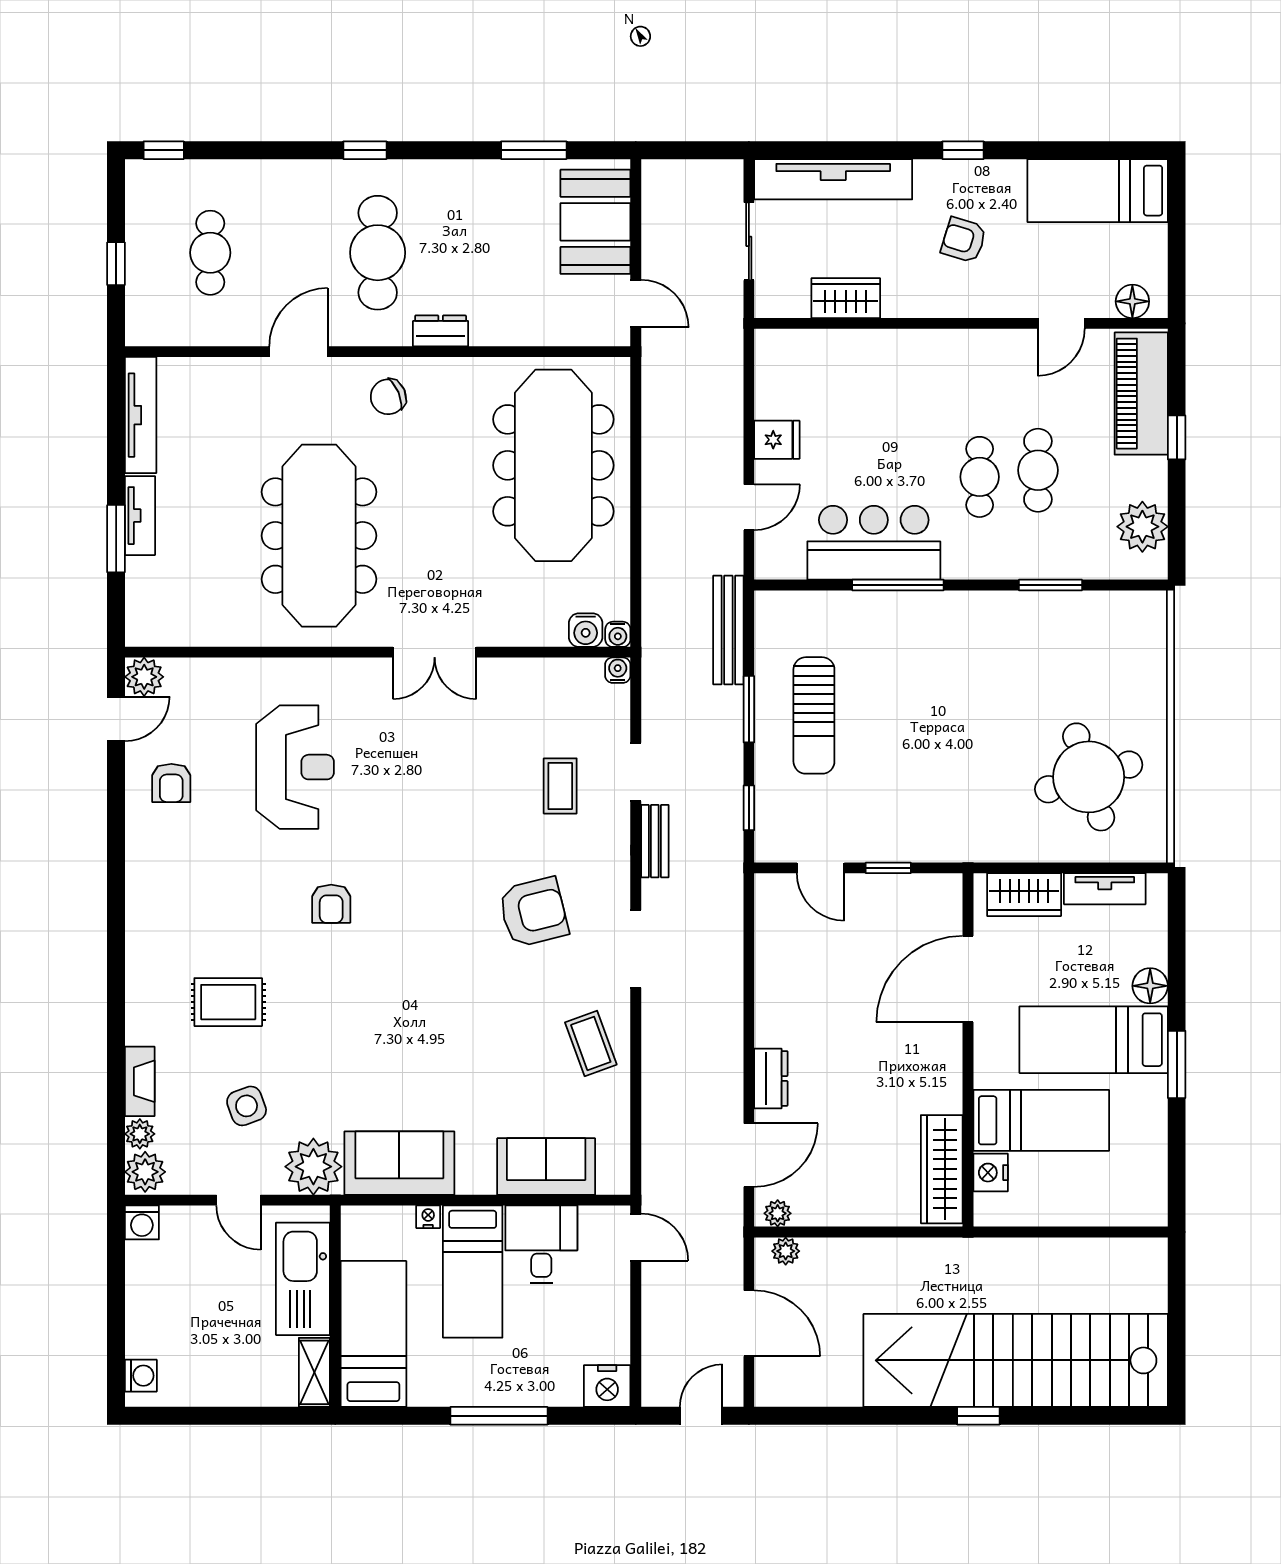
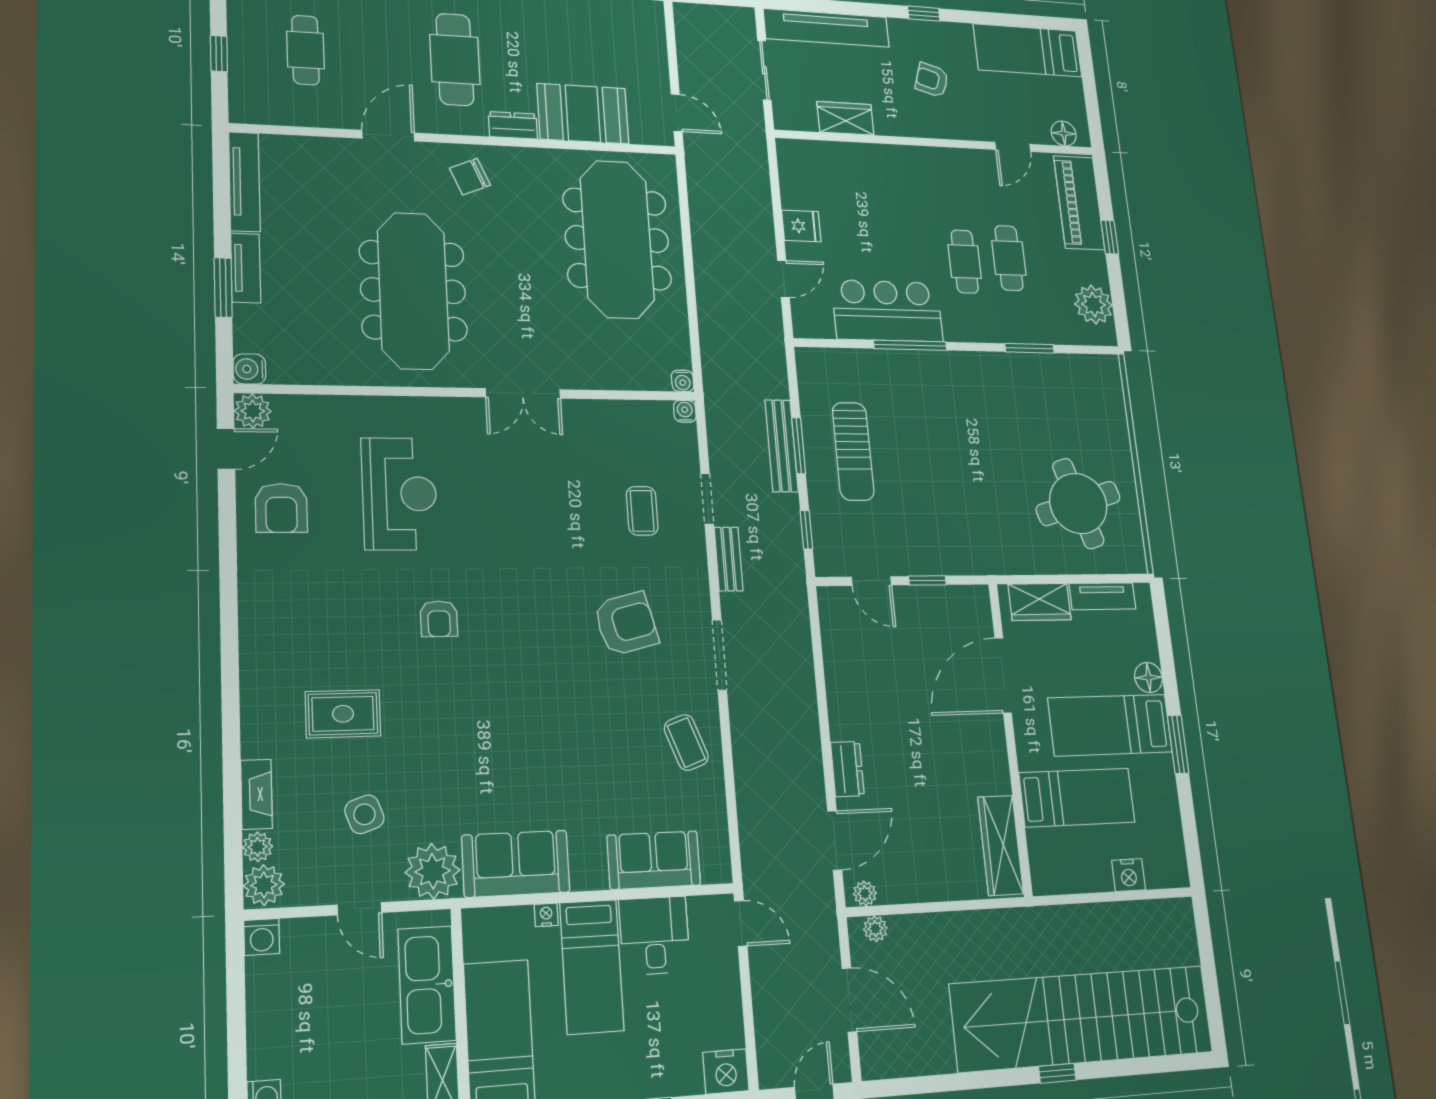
booth: (595, 222) -> (583, 114), moved, turned 90
water cooler: (586, 630) -> (249, 369), moved, turned 90
bench: (728, 630) -> (782, 446), moved
armchair: (171, 783) -> (281, 508), width x1.38, depth x1.38
nightstand: (991, 1173) -> (1129, 875), moved, turned -90

